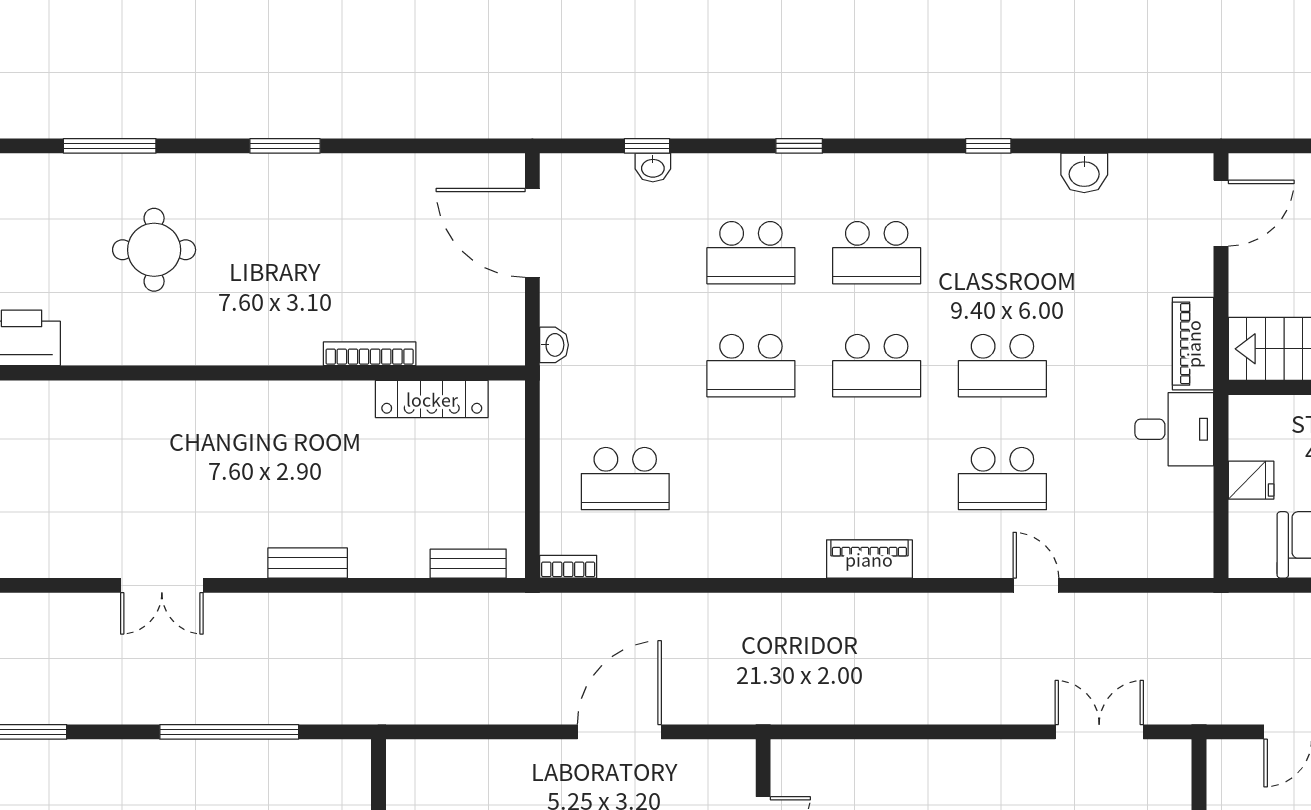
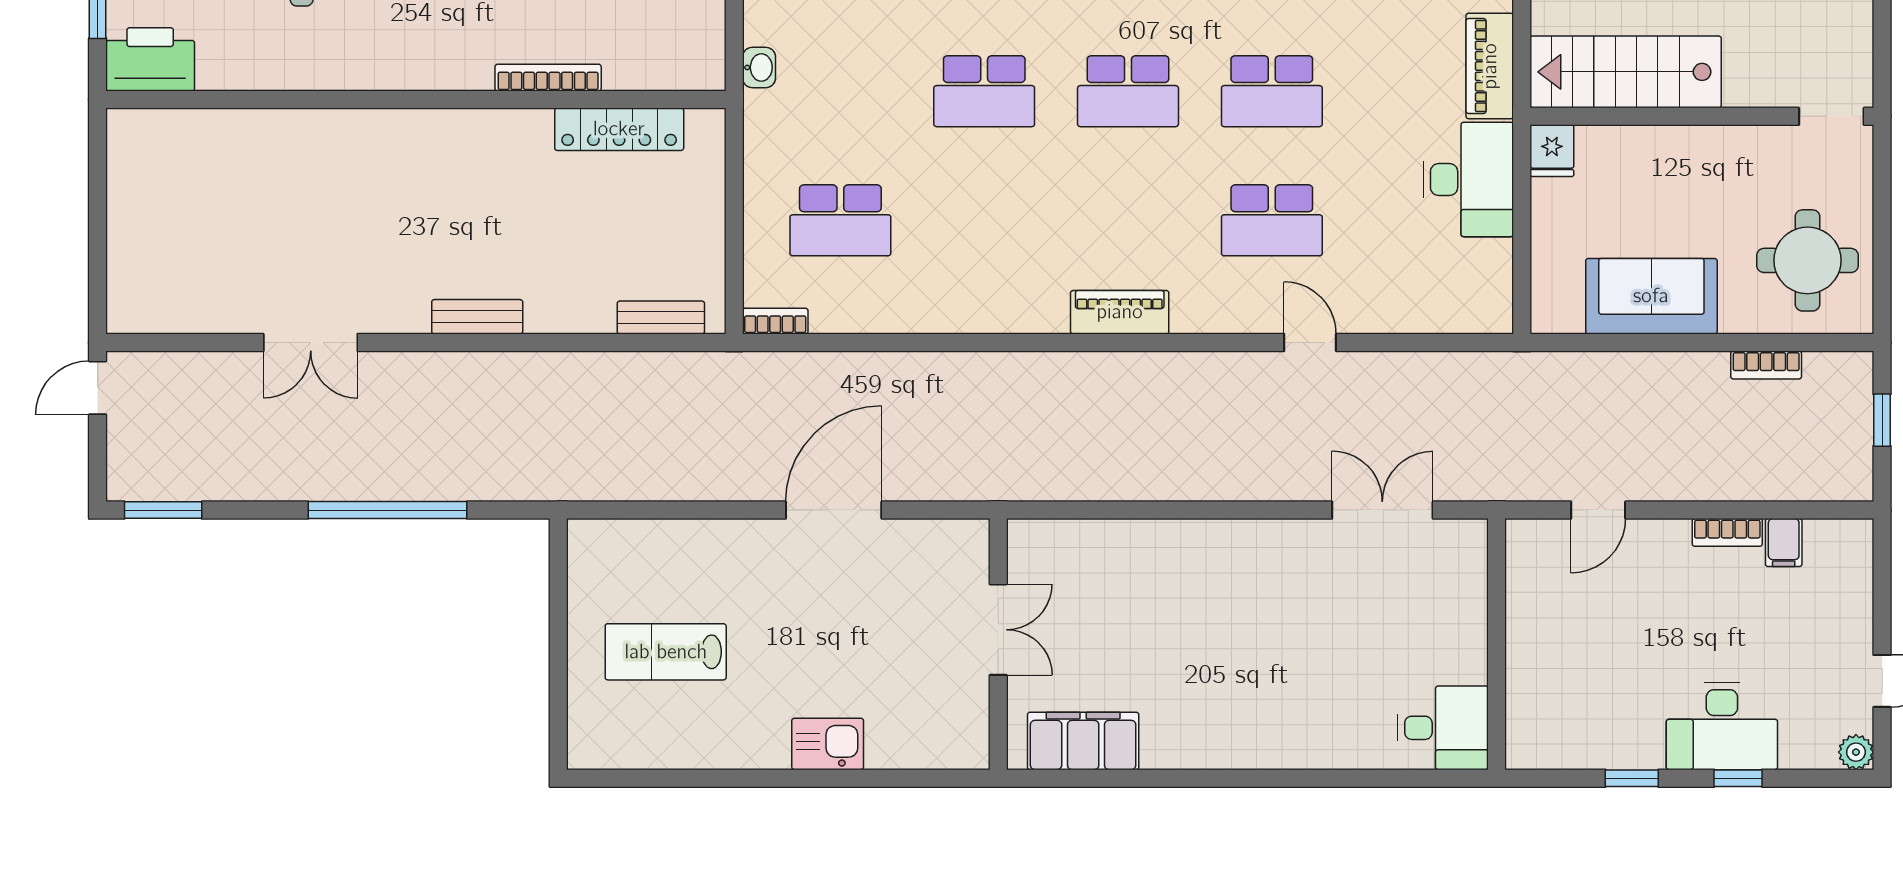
desk: (1174, 429) -> (1468, 179), width x1.37
fridge: (1251, 480) -> (1552, 151), moved, turned 90

